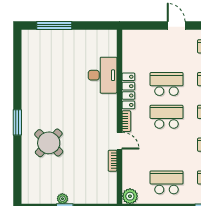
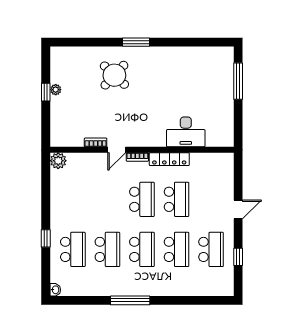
school desk: (167, 182) -> (73, 199), removed

